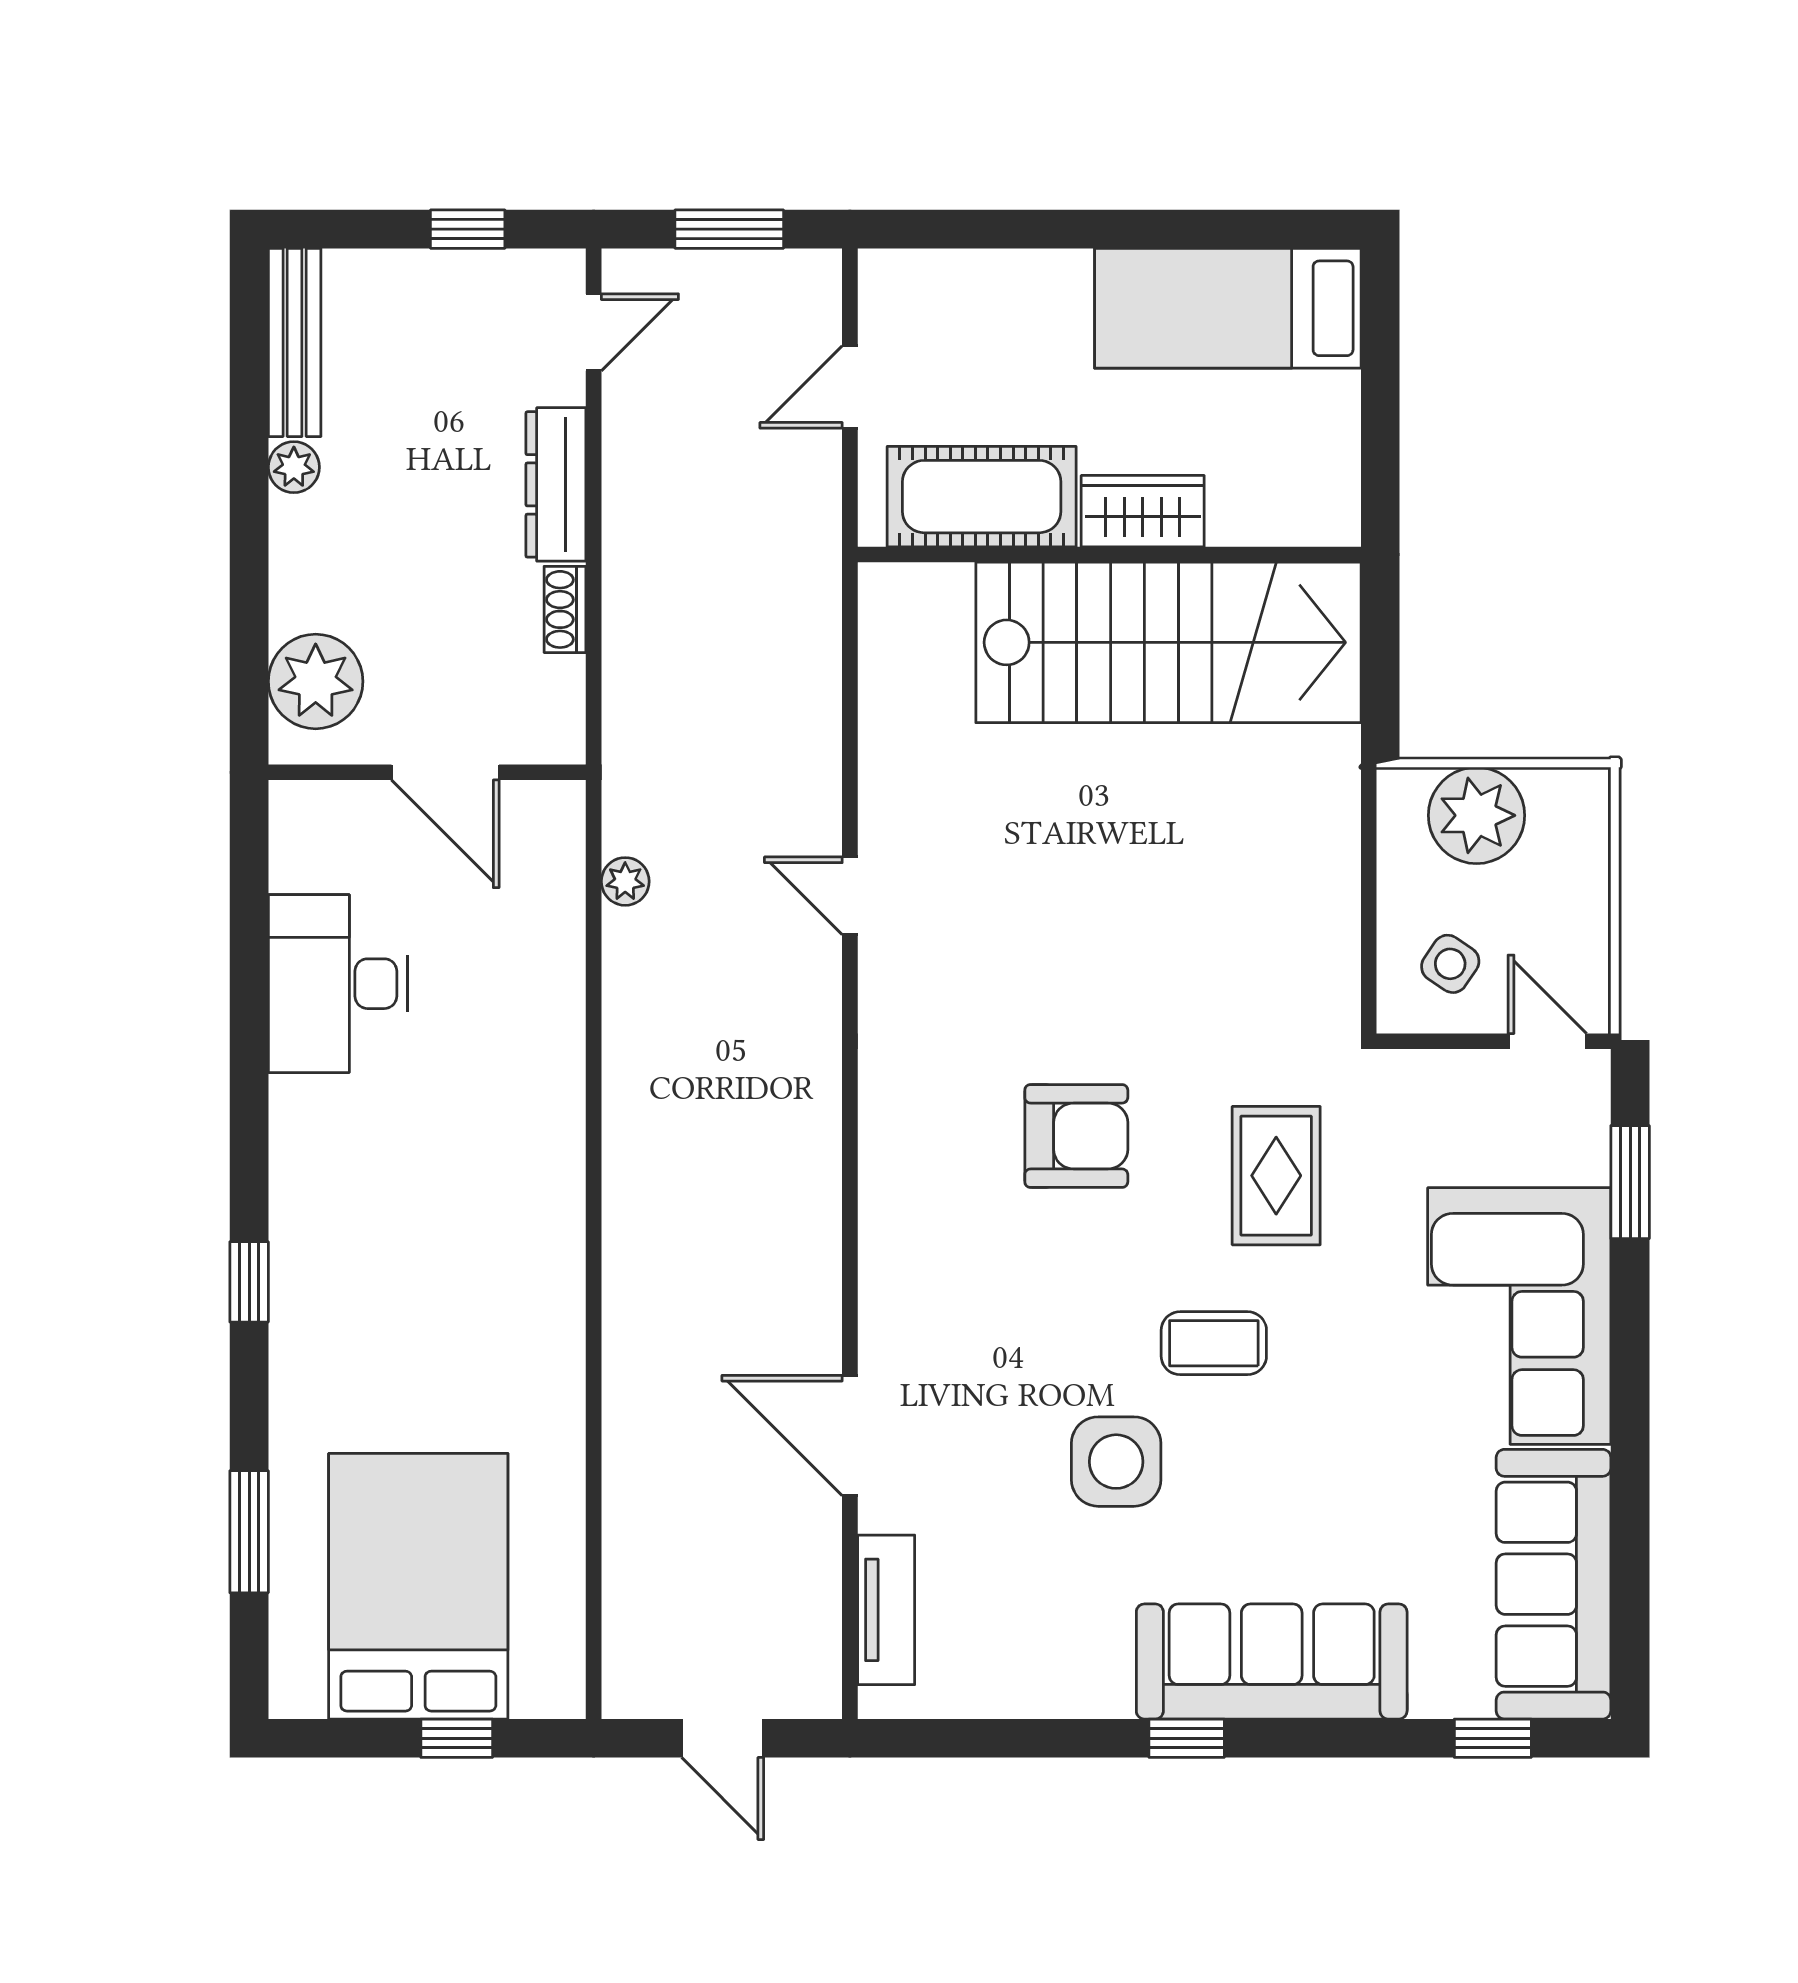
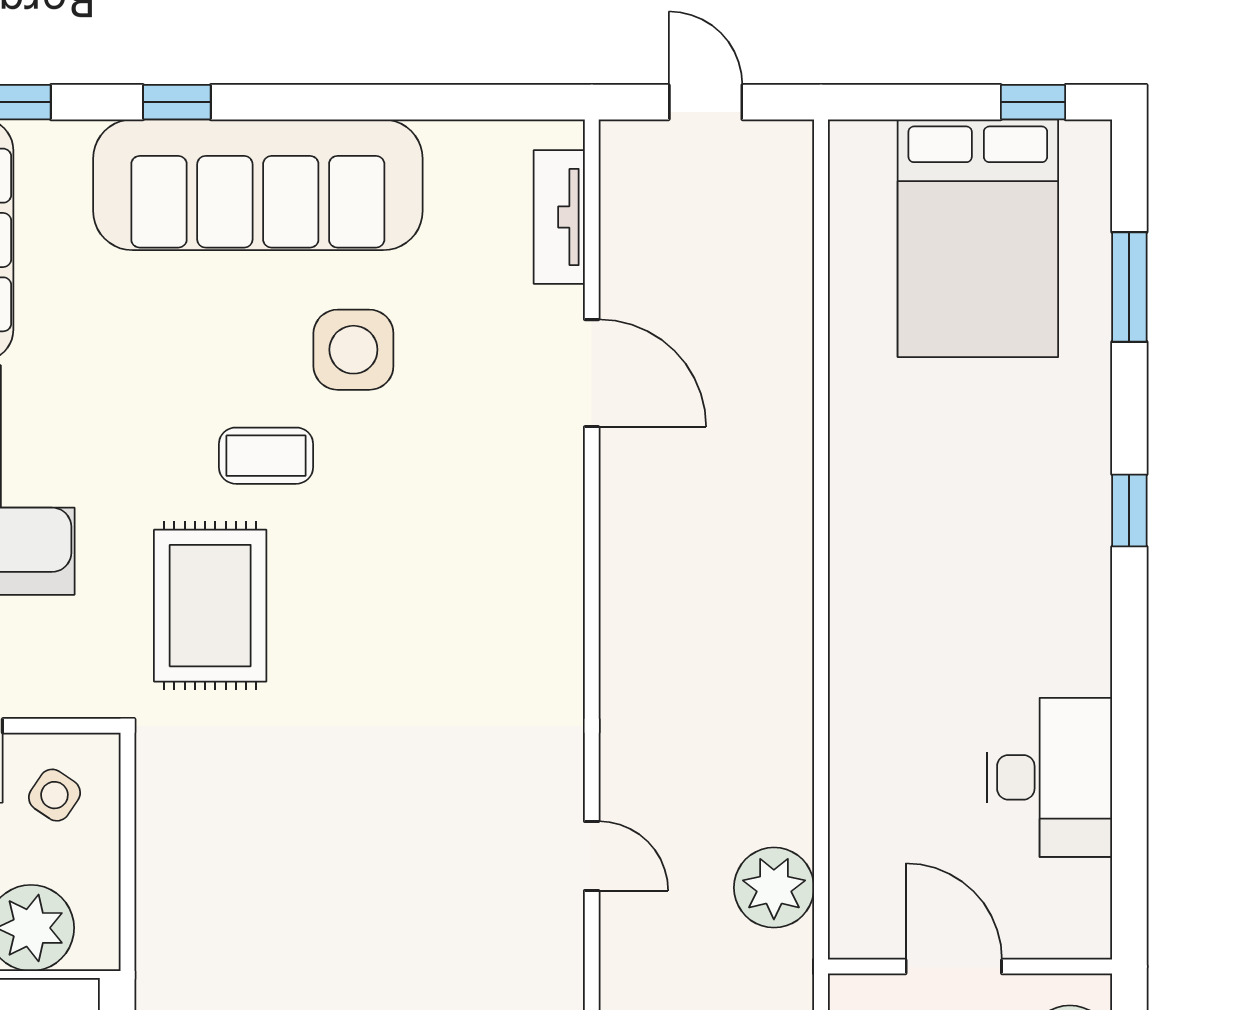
plant: (625, 881) -> (774, 888), width x1.87, depth x1.87
armchair: (1076, 1136) -> (389, 641), removed
rug: (1276, 1176) -> (210, 606), width x1.36, depth x1.43
sofa: (1272, 1661) -> (258, 185), width x1.36, depth x1.27
window: (457, 1738) -> (1033, 102), moved
window: (1187, 1738) -> (177, 102), moved

